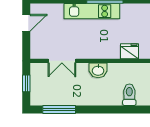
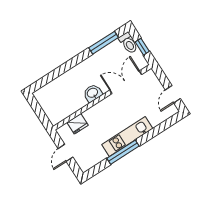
double door: (62, 61) -> (126, 82), width x1.37
toilet: (129, 95) -> (128, 43), moved

